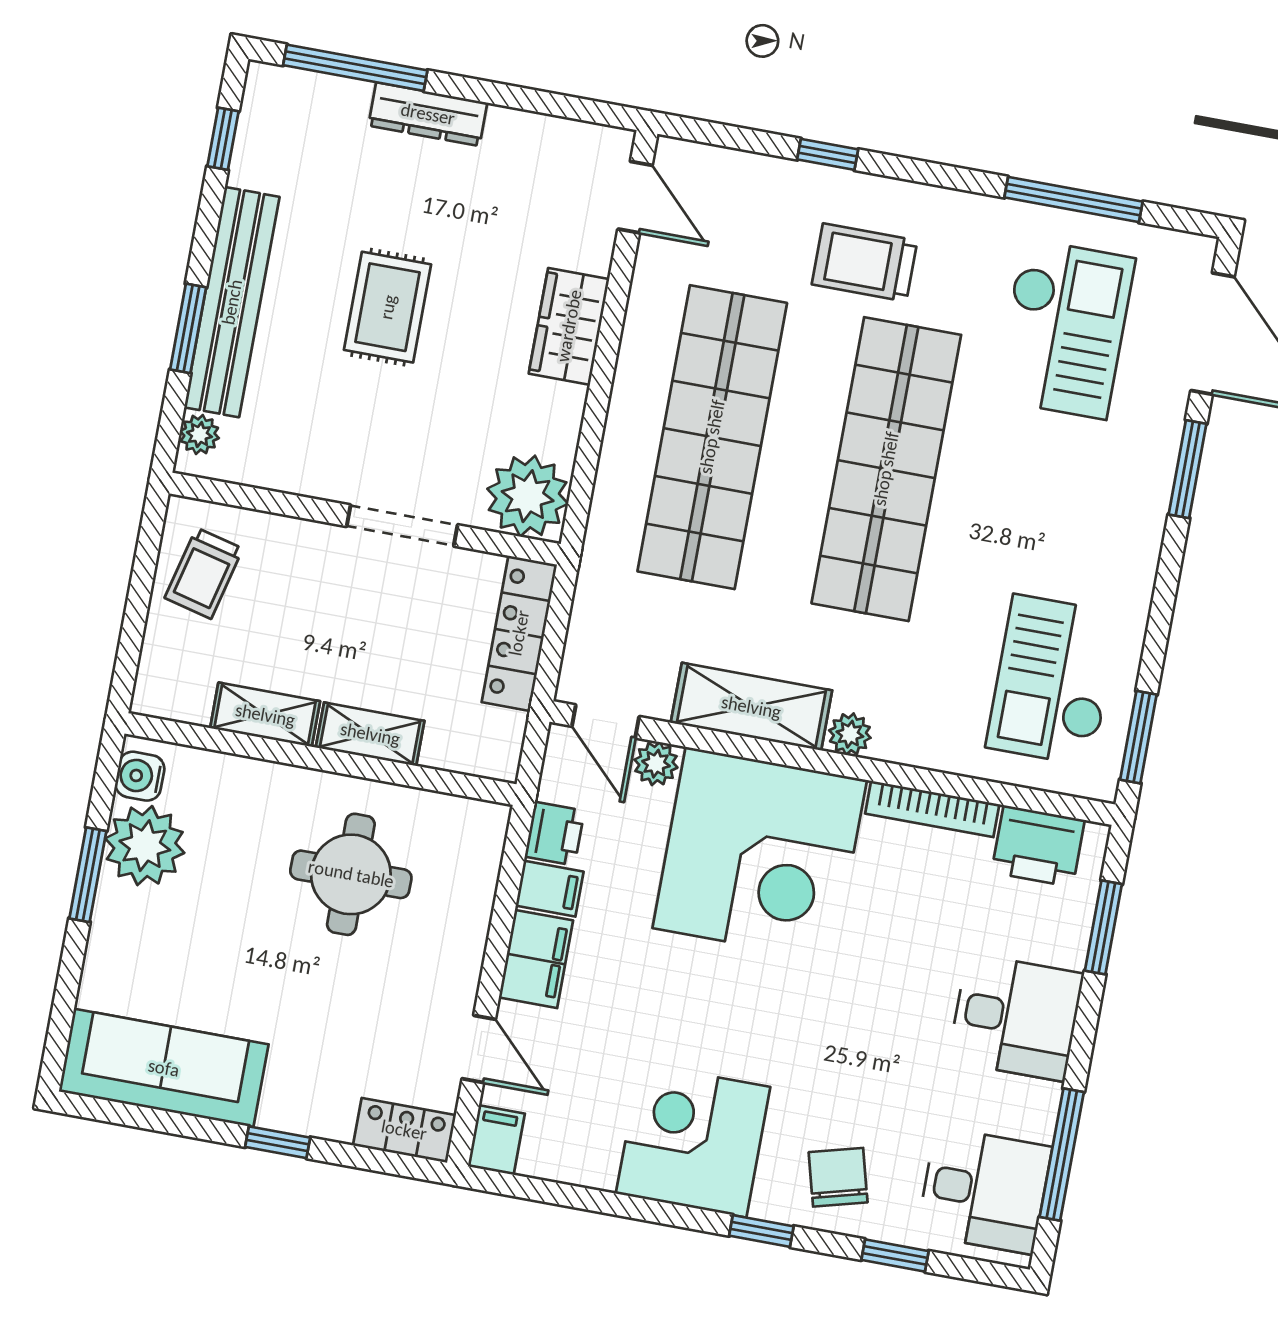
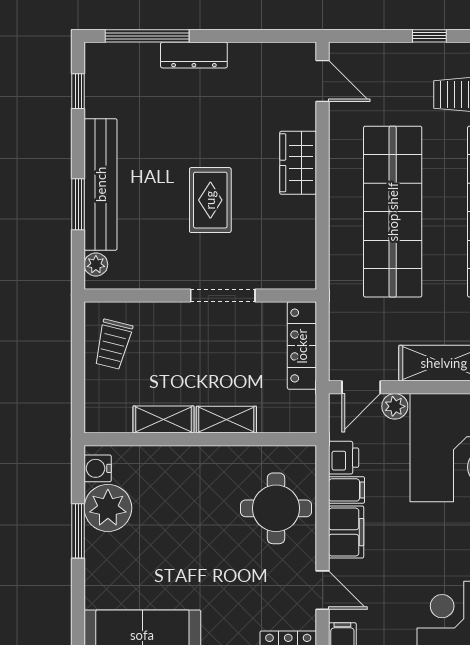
rug: (388, 307) -> (210, 200), moved
plant: (528, 496) -> (292, 265), removed
door: (606, 721) -> (361, 387), hinge flipped
round table: (351, 874) -> (276, 508), moved

